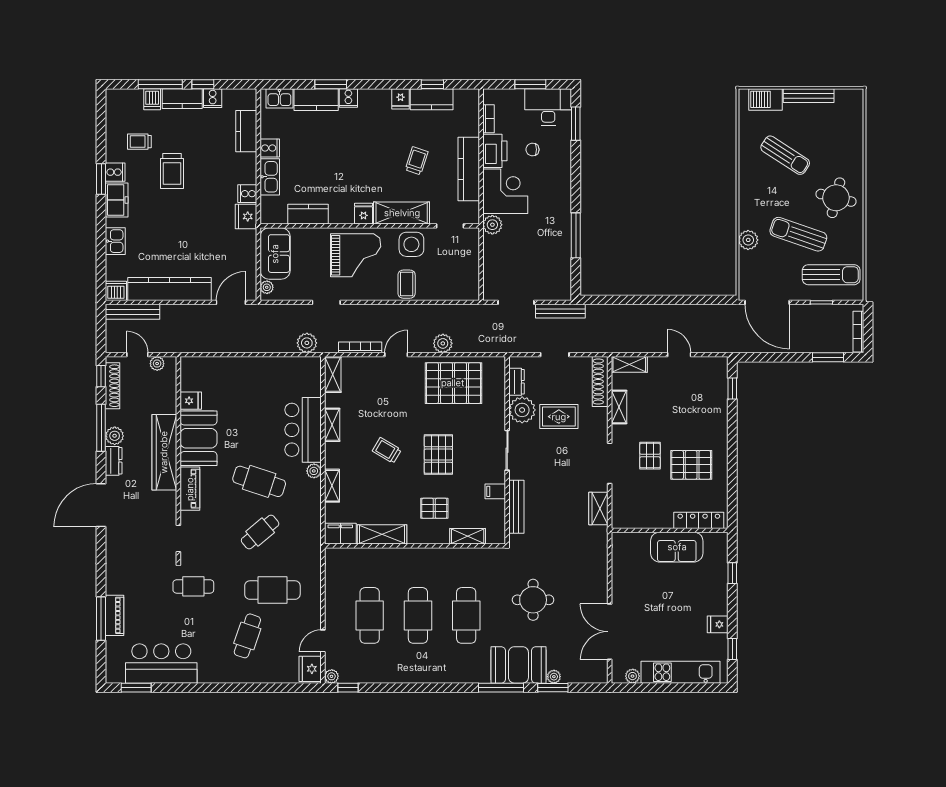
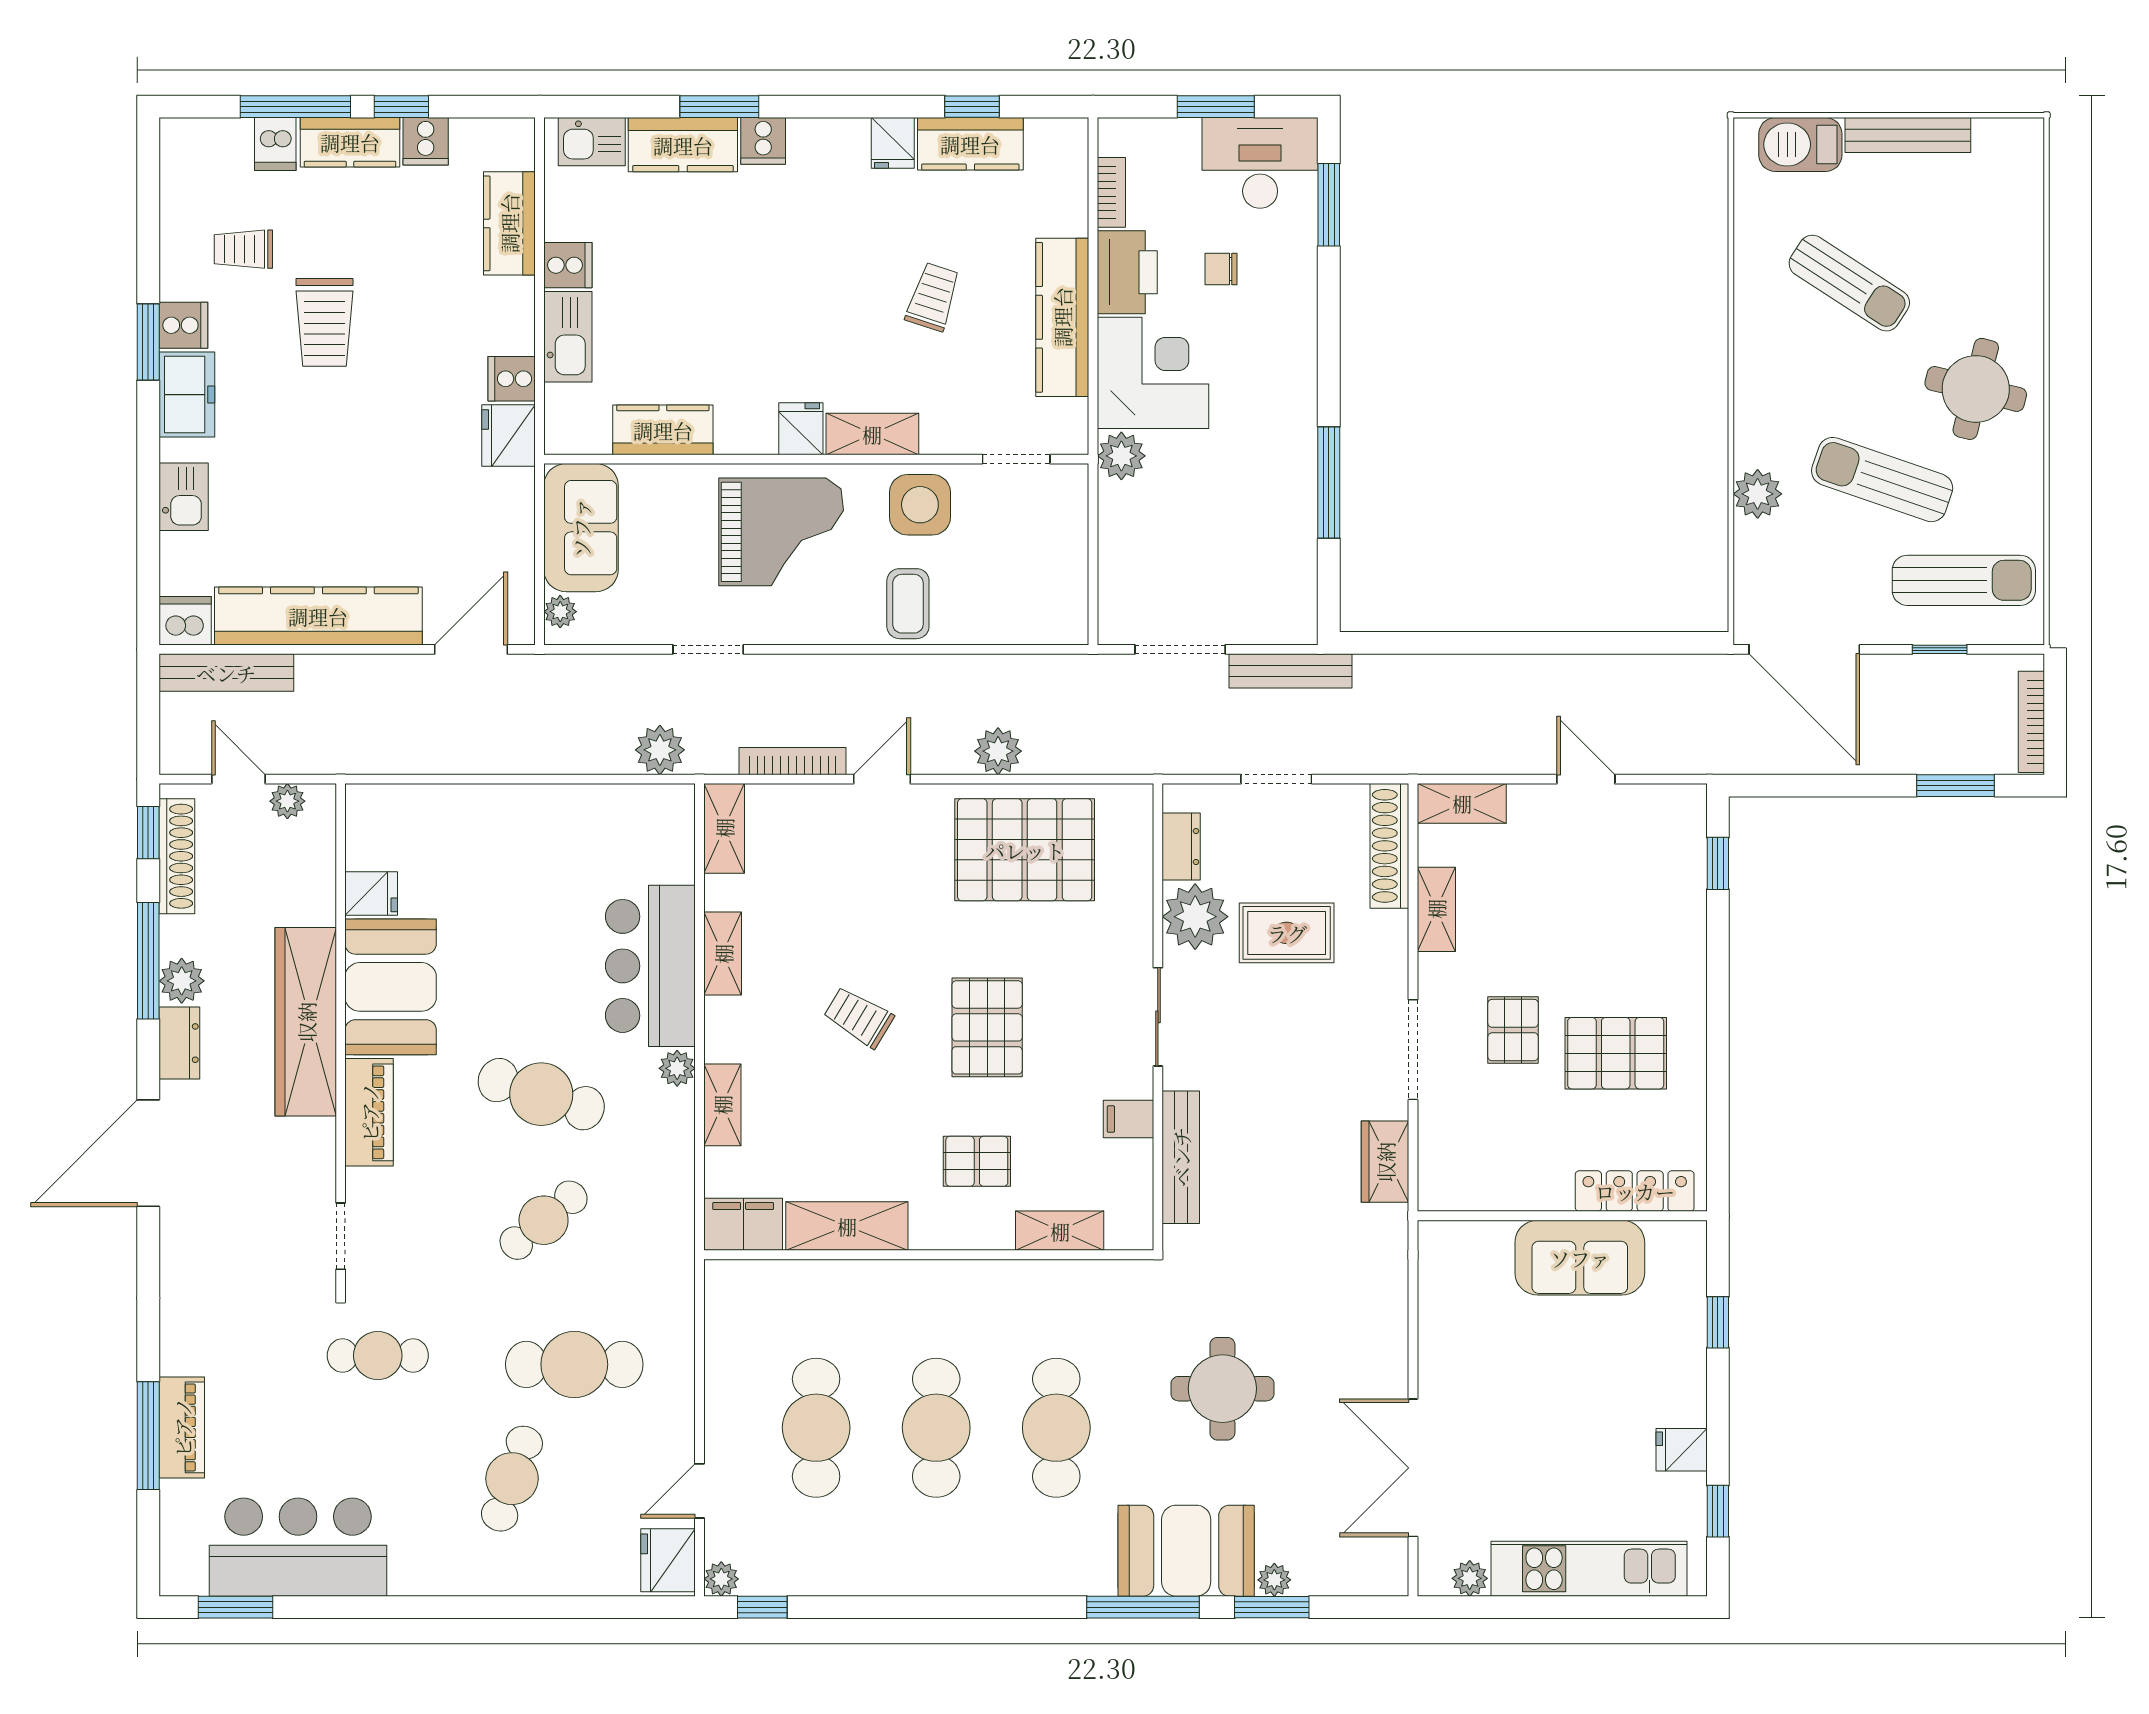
shelving: (402, 213) -> (872, 434), width x0.67, depth x0.75

